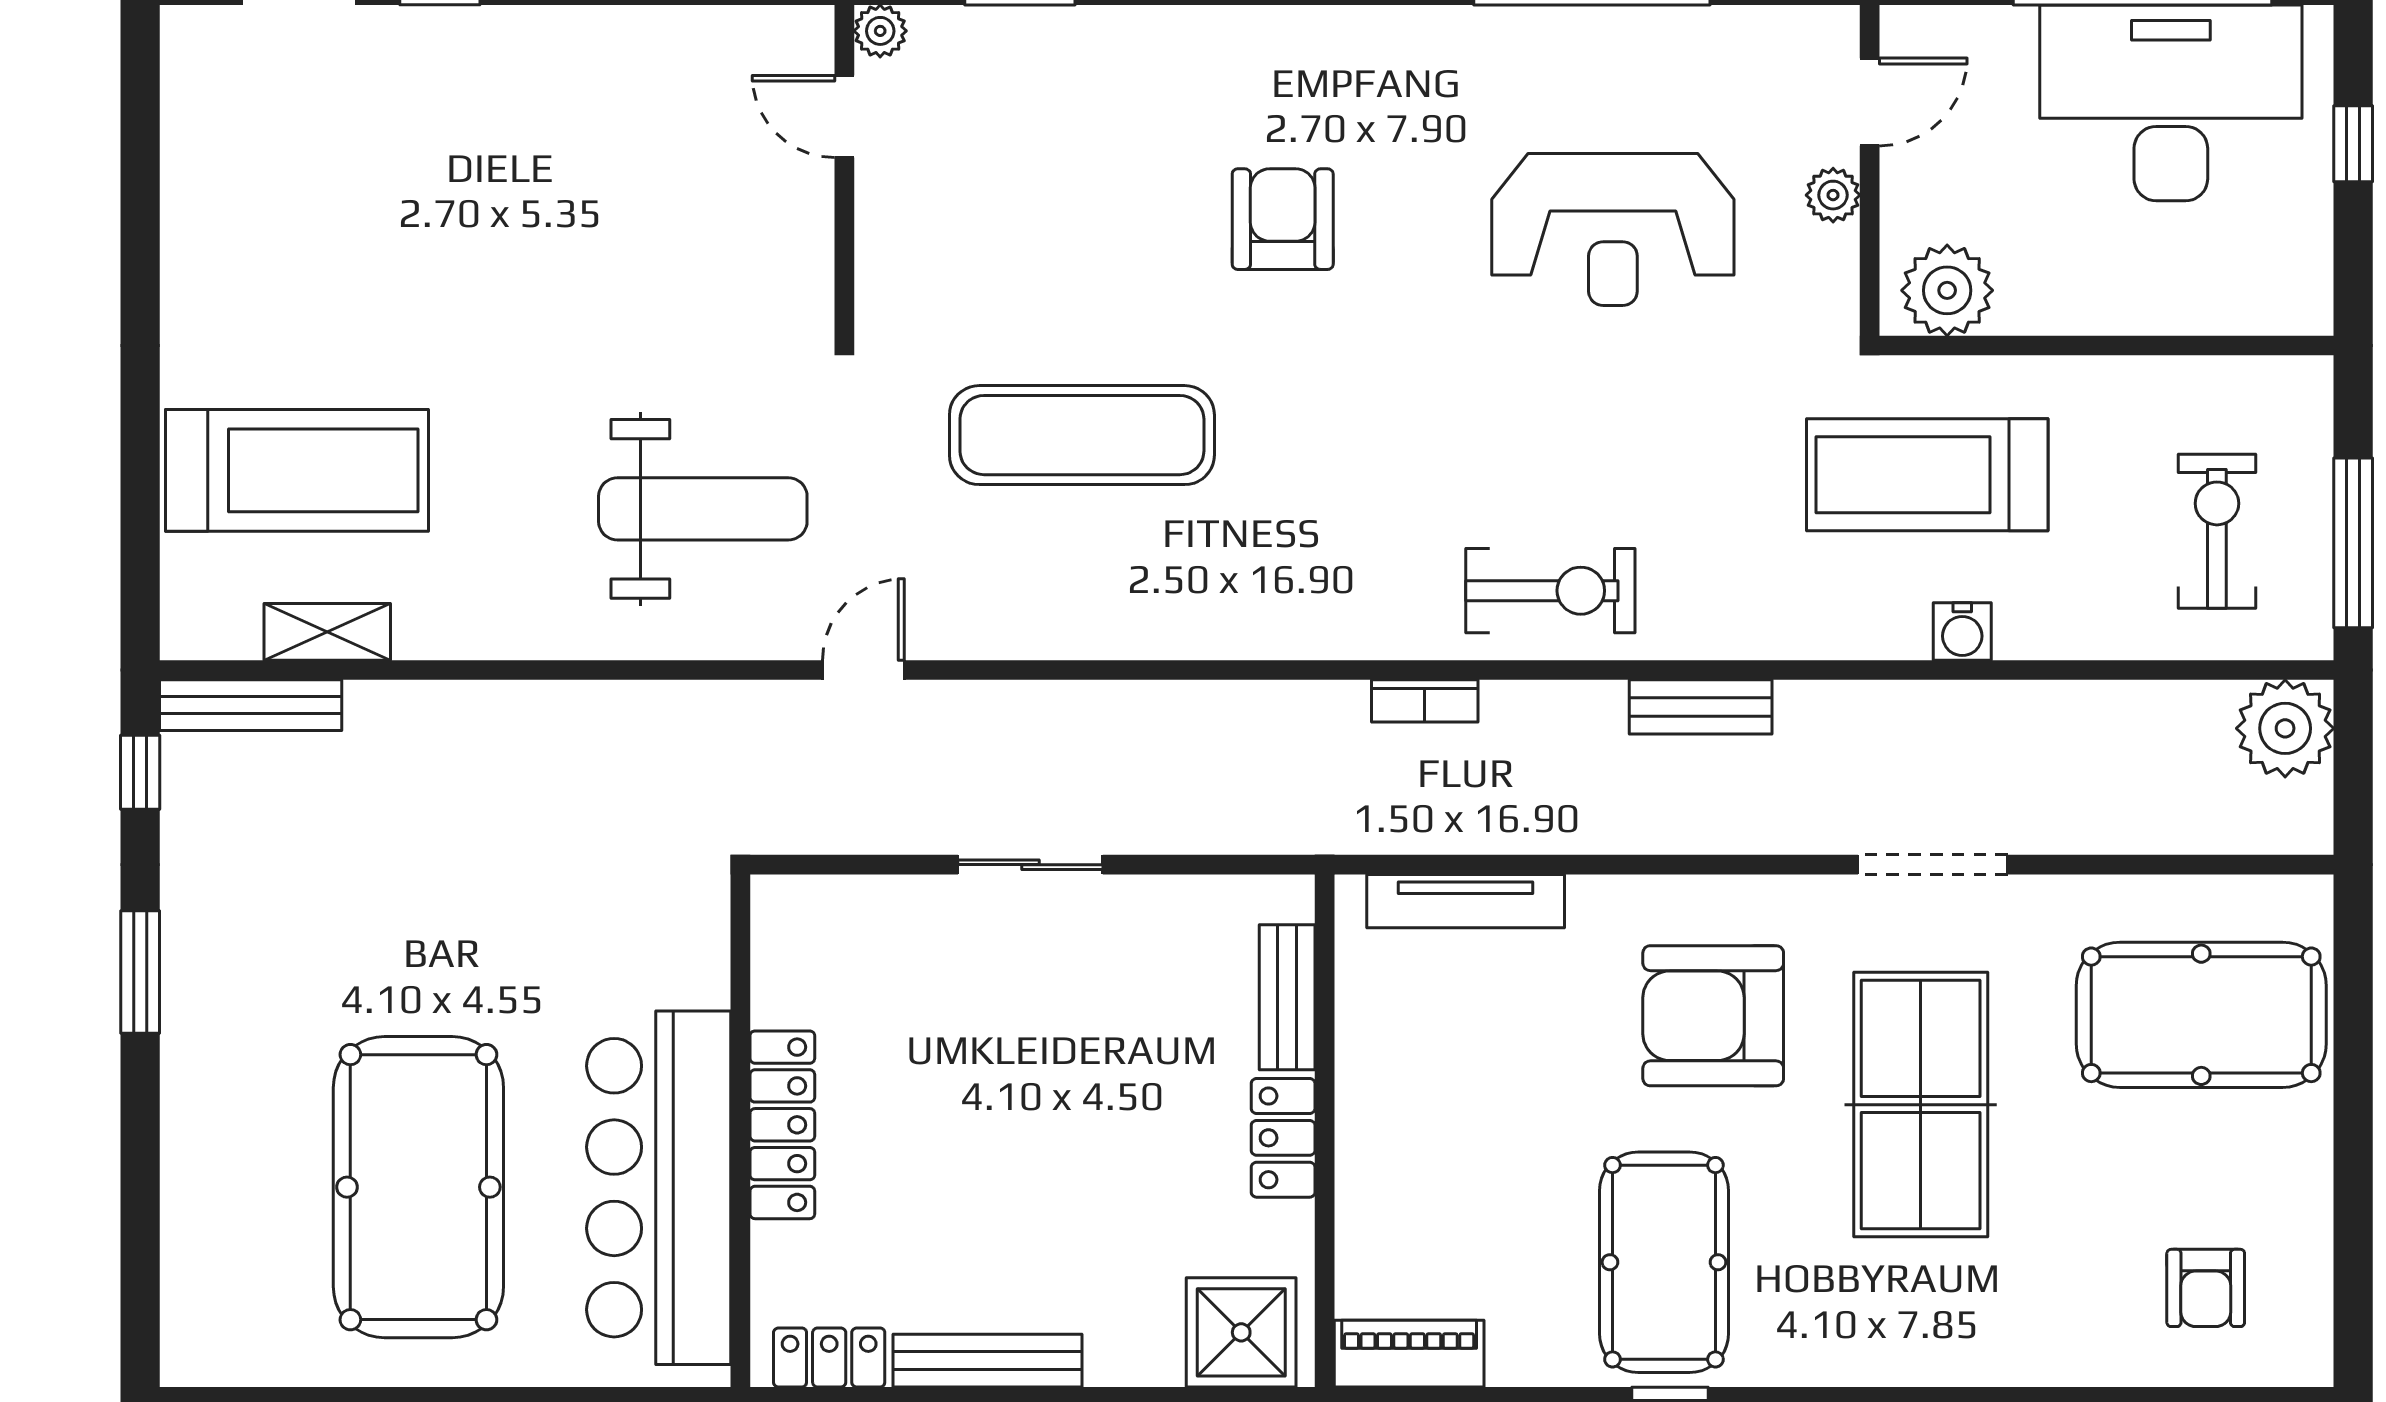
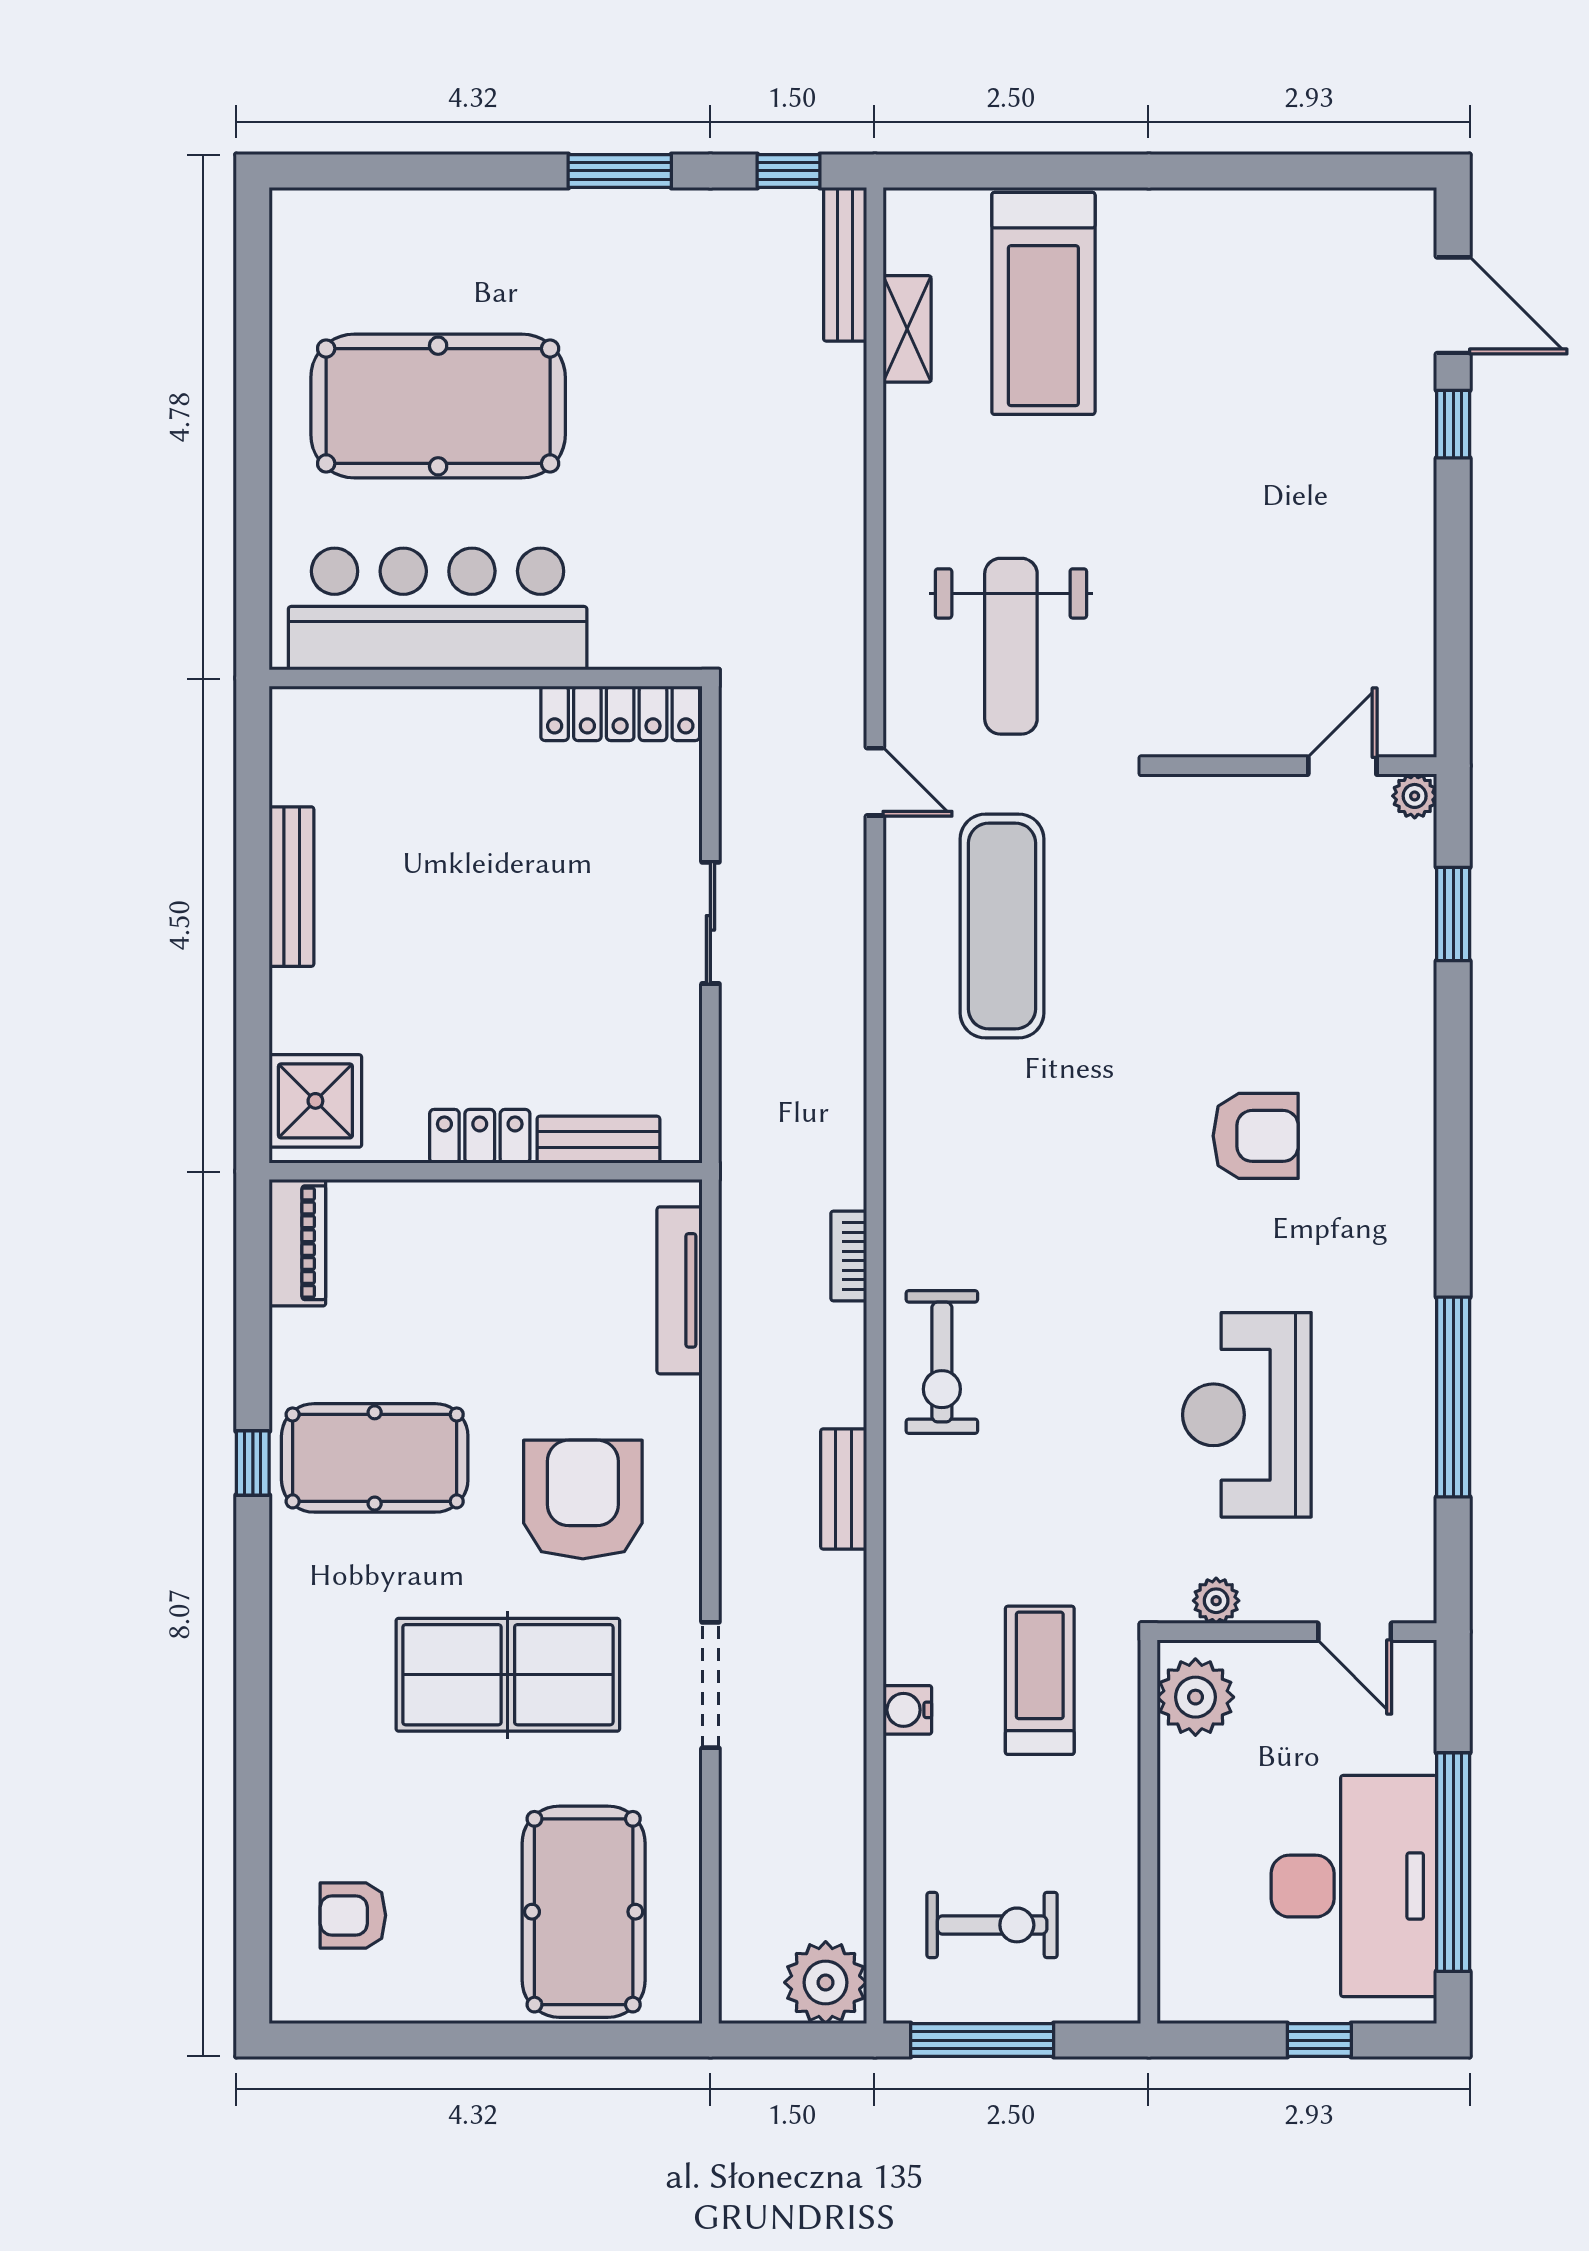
plant: (1833, 195) -> (1216, 1601), moved
exercise mat: (1082, 435) -> (1002, 926), moved
treadmill: (1927, 475) -> (1040, 1680), width x0.73, depth x0.73
locker: (782, 1125) -> (620, 713), moved
locker: (829, 1357) -> (294, 753), removed

